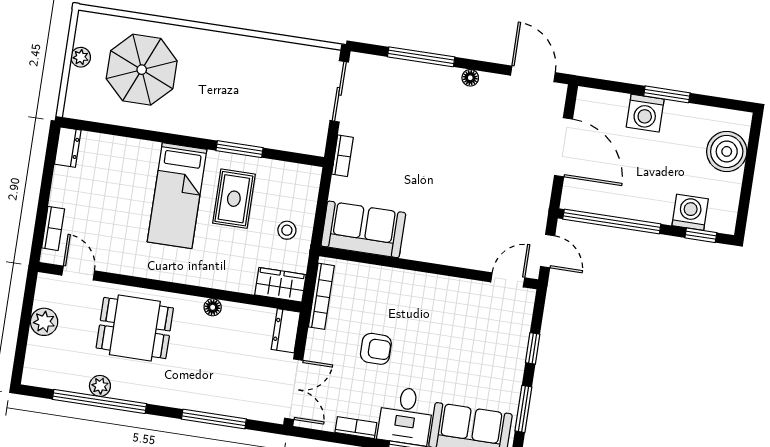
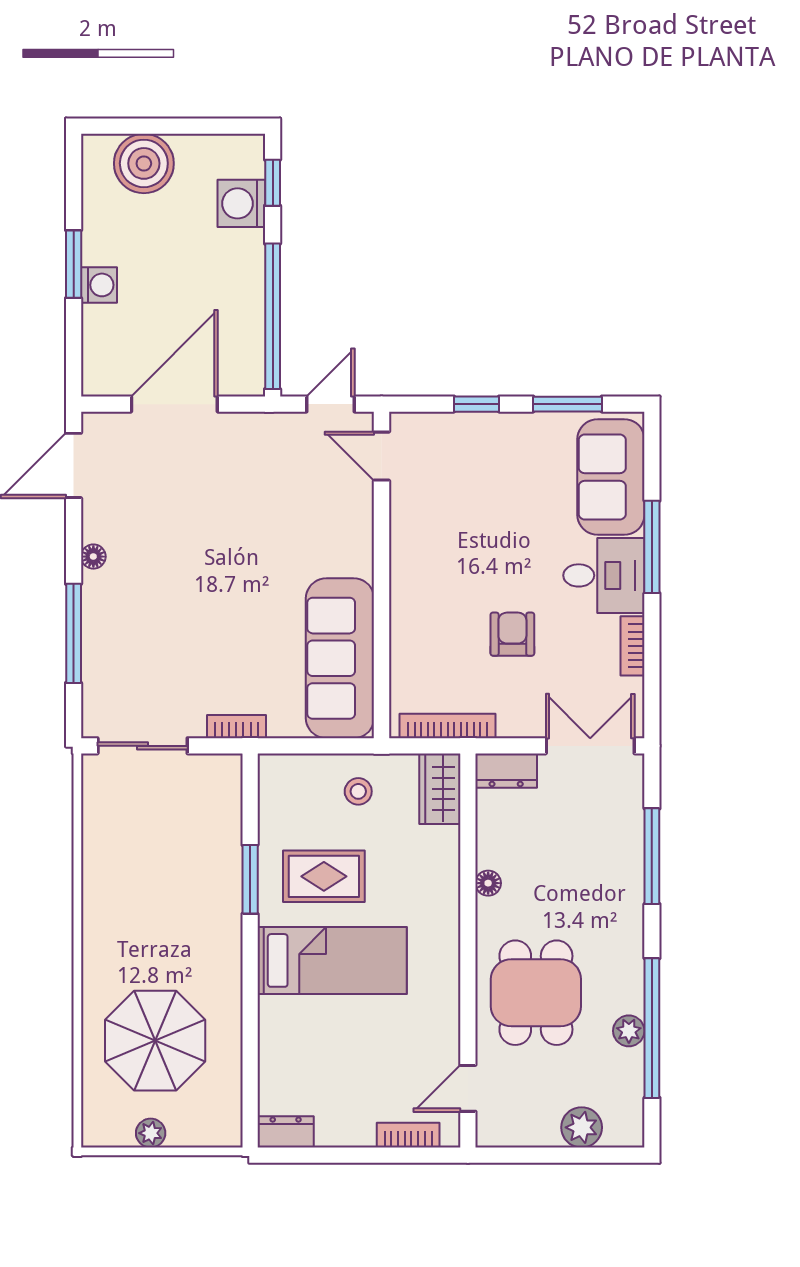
washing machine: (645, 113) -> (99, 285), width x0.73, depth x0.73
sofa: (363, 229) -> (340, 658), width x1.36
plant: (44, 322) -> (582, 1127), moved

